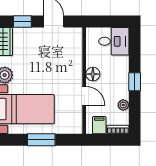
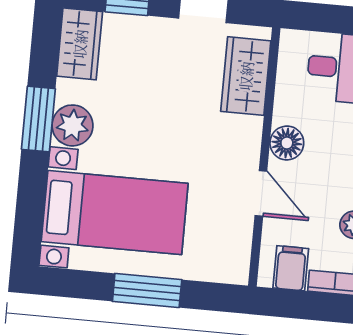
wardrobe: (74, 48) -> (246, 76), added

